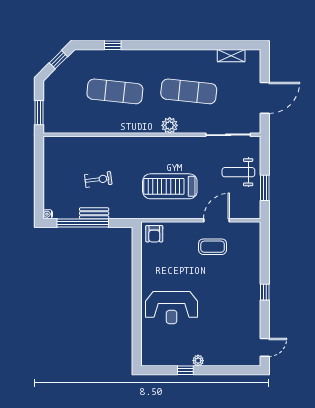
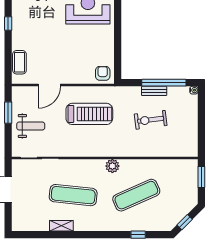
shelving: (231, 56) -> (61, 226), moved
exercise mat: (115, 91) -> (136, 195), turned -30
plant: (170, 125) -> (112, 166), moved
exercise bike: (98, 179) -> (151, 120), width x1.38, depth x1.39
coffee table: (213, 247) -> (19, 62), moved, turned 90

